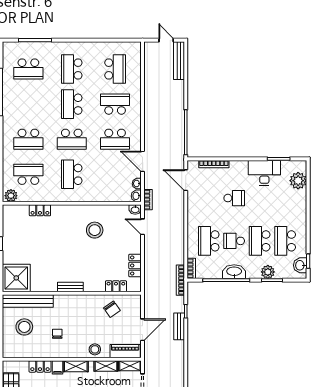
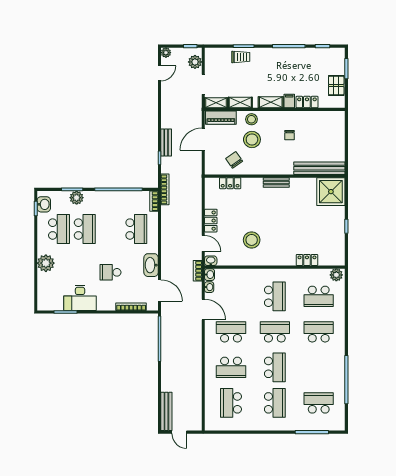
plant: (298, 181) -> (46, 263), moved
school desk: (234, 241) -> (111, 229), removed
locker: (135, 265) -> (211, 221), moved
washbasin: (234, 272) -> (151, 265), moved, turned 90
stool: (24, 327) -> (252, 139), moved

